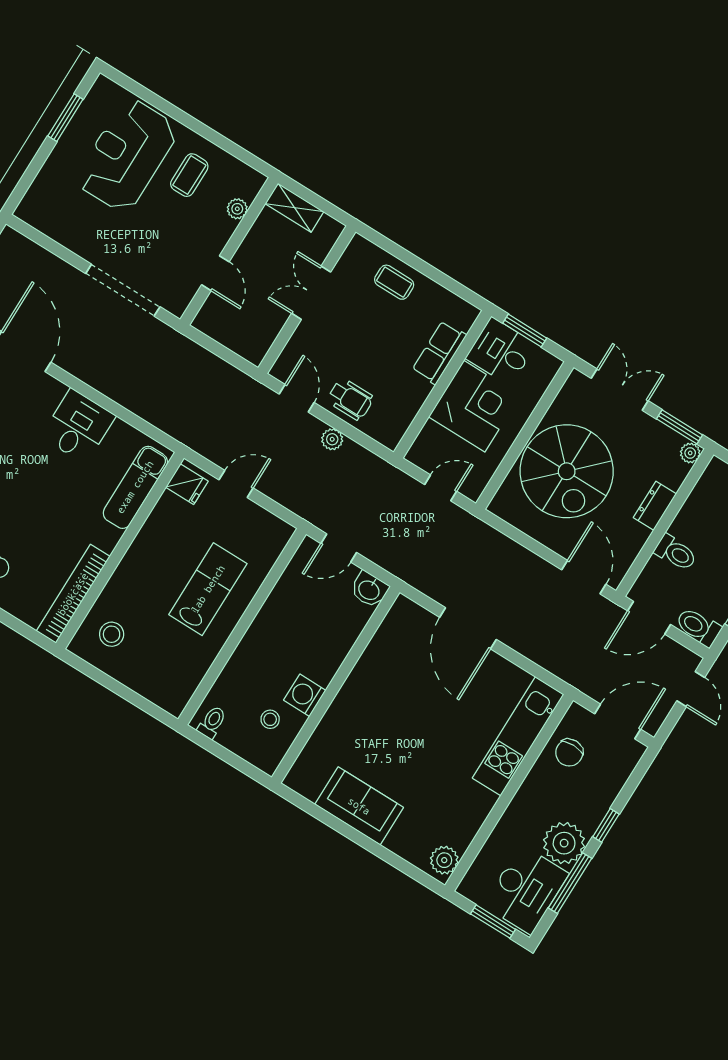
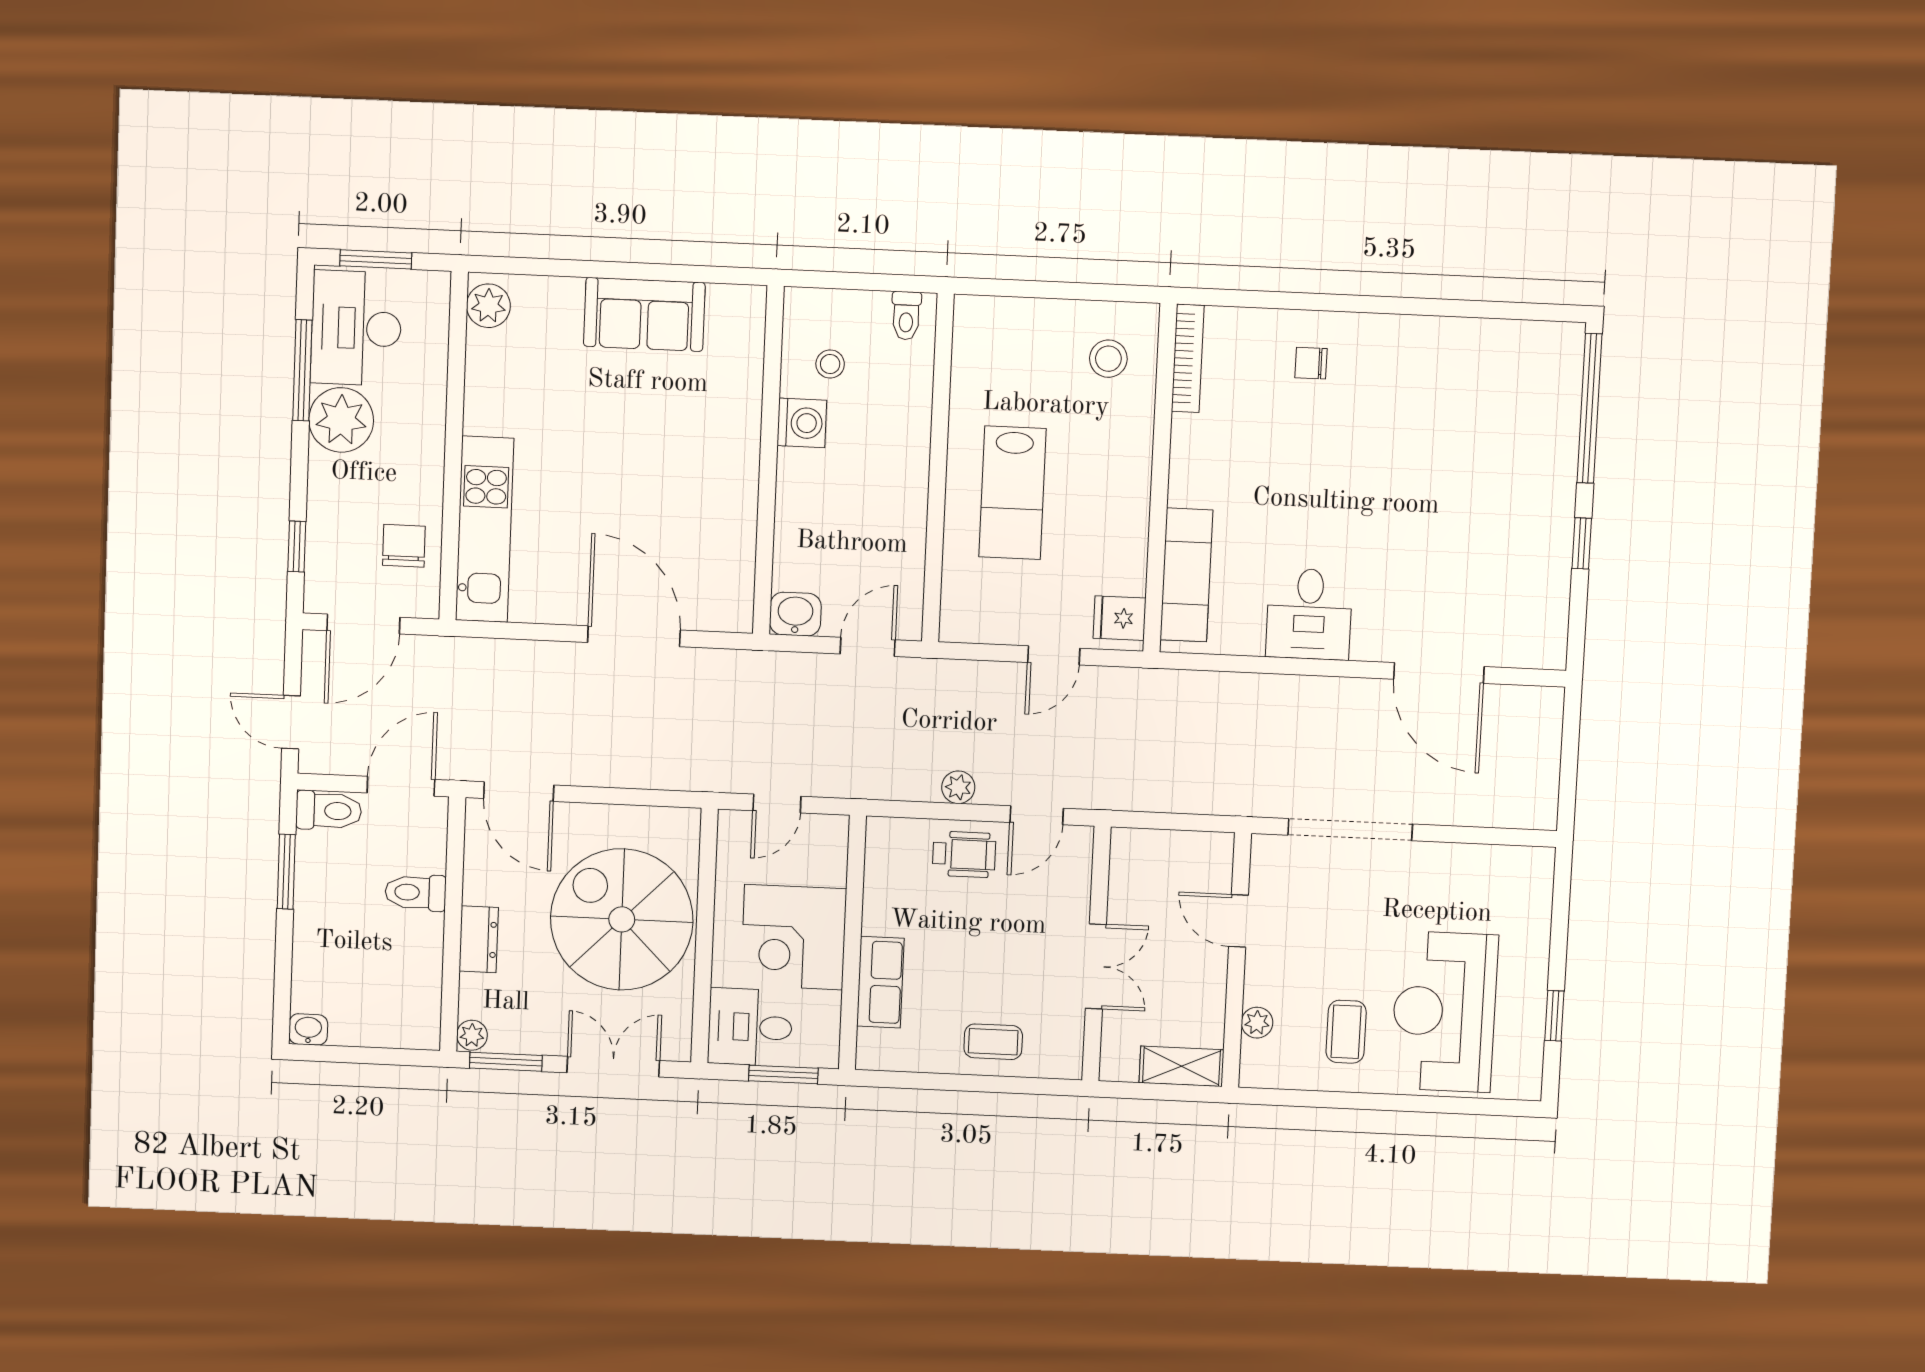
window: (65, 118) -> (1554, 1016), width x0.67
reception desk: (127, 155) -> (1444, 1012), turned 180
desk: (501, 351) -> (750, 1027), moved, turned 180
double door: (620, 390) -> (613, 1067), swing flipped
door: (297, 398) -> (1037, 815), hinge flipped
wheelchair: (350, 399) -> (964, 854), turned 180
bookcase: (73, 594) -> (1188, 358), width x0.68, depth x0.76
window: (606, 825) -> (297, 547), moved

